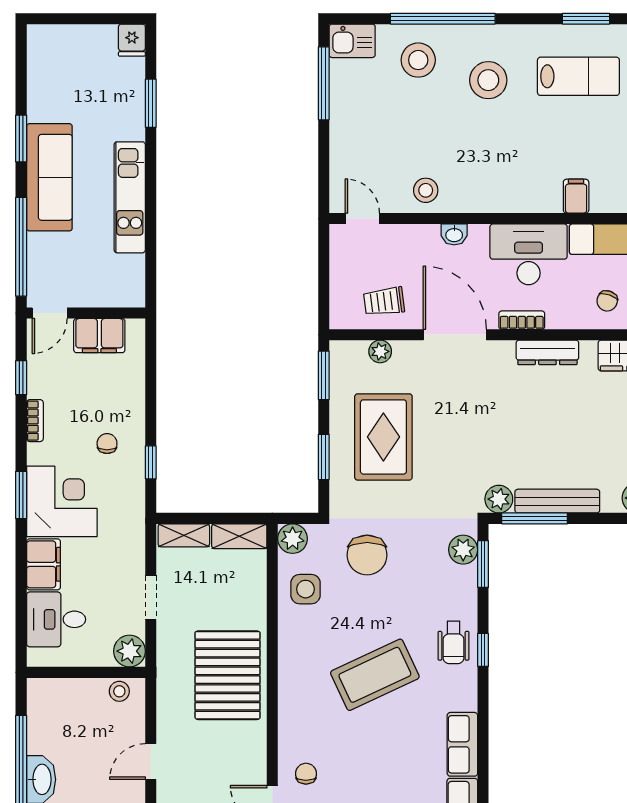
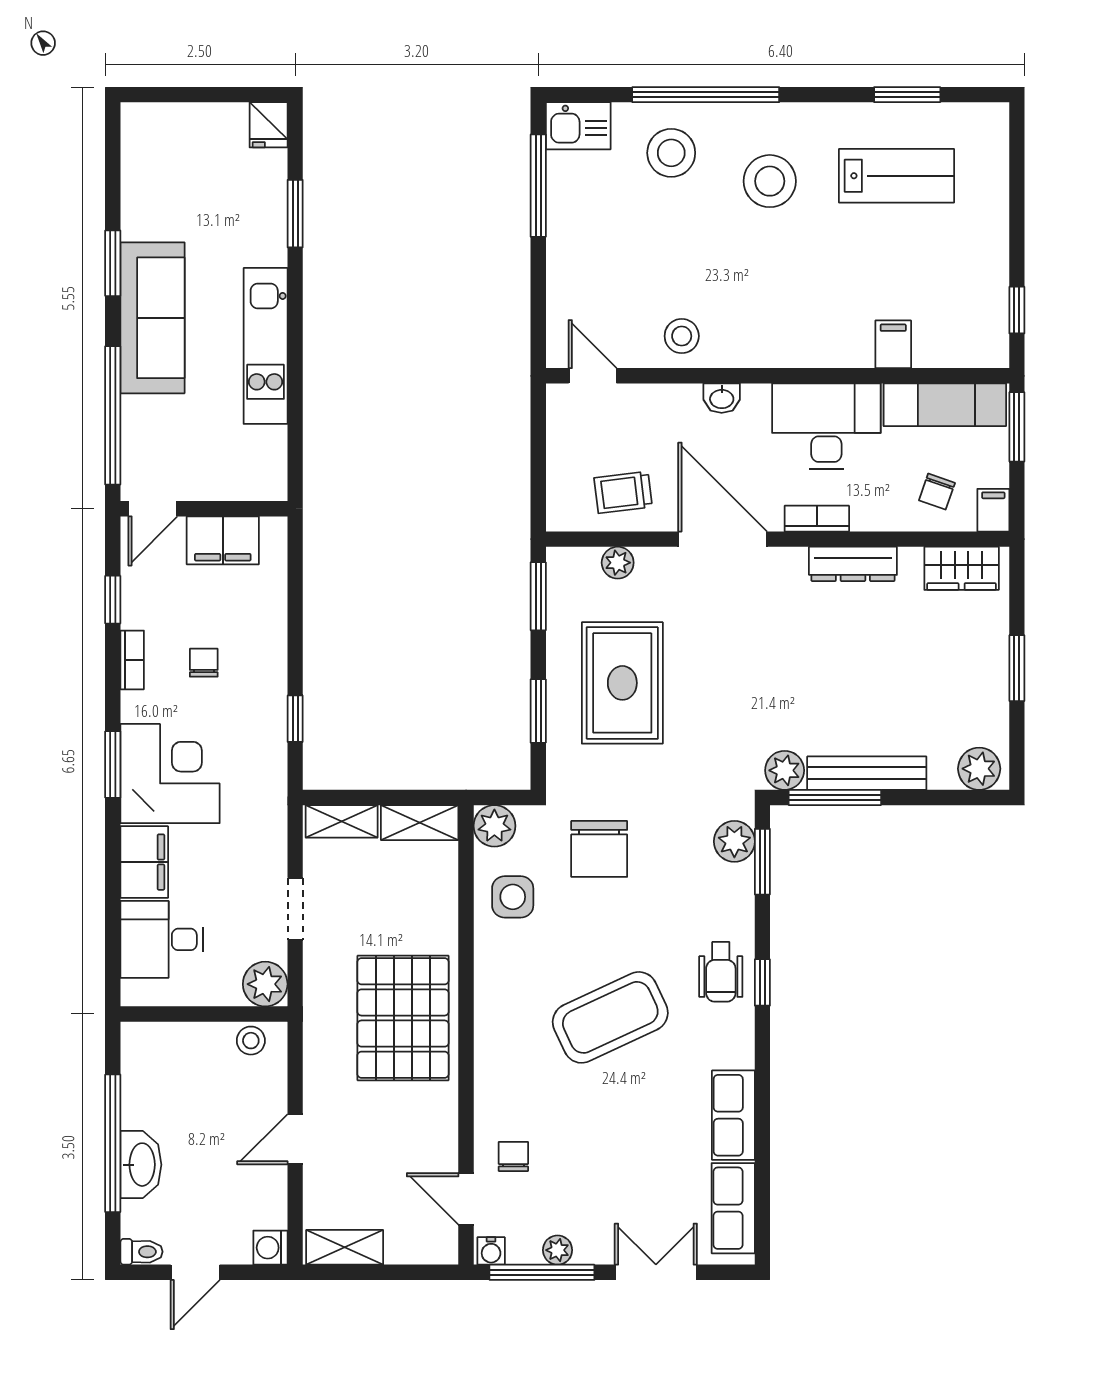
chair: (107, 444) -> (204, 663), moved

